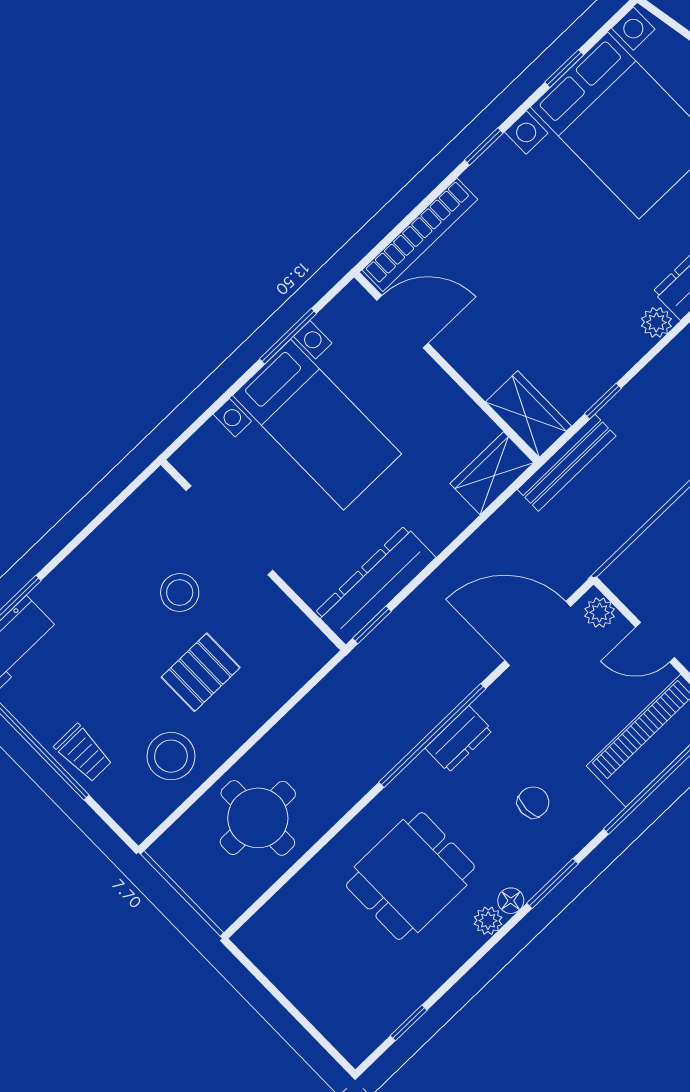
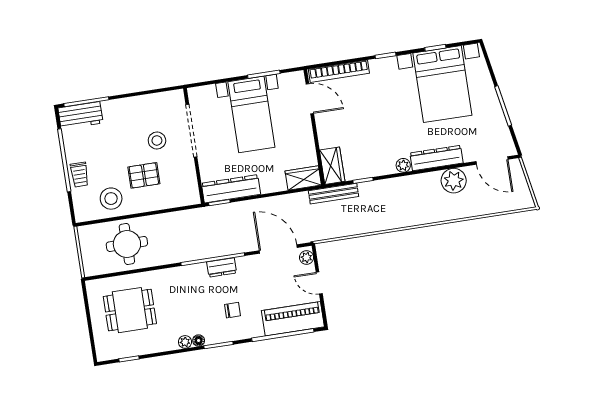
dining table: (410, 876) -> (130, 310), moved

